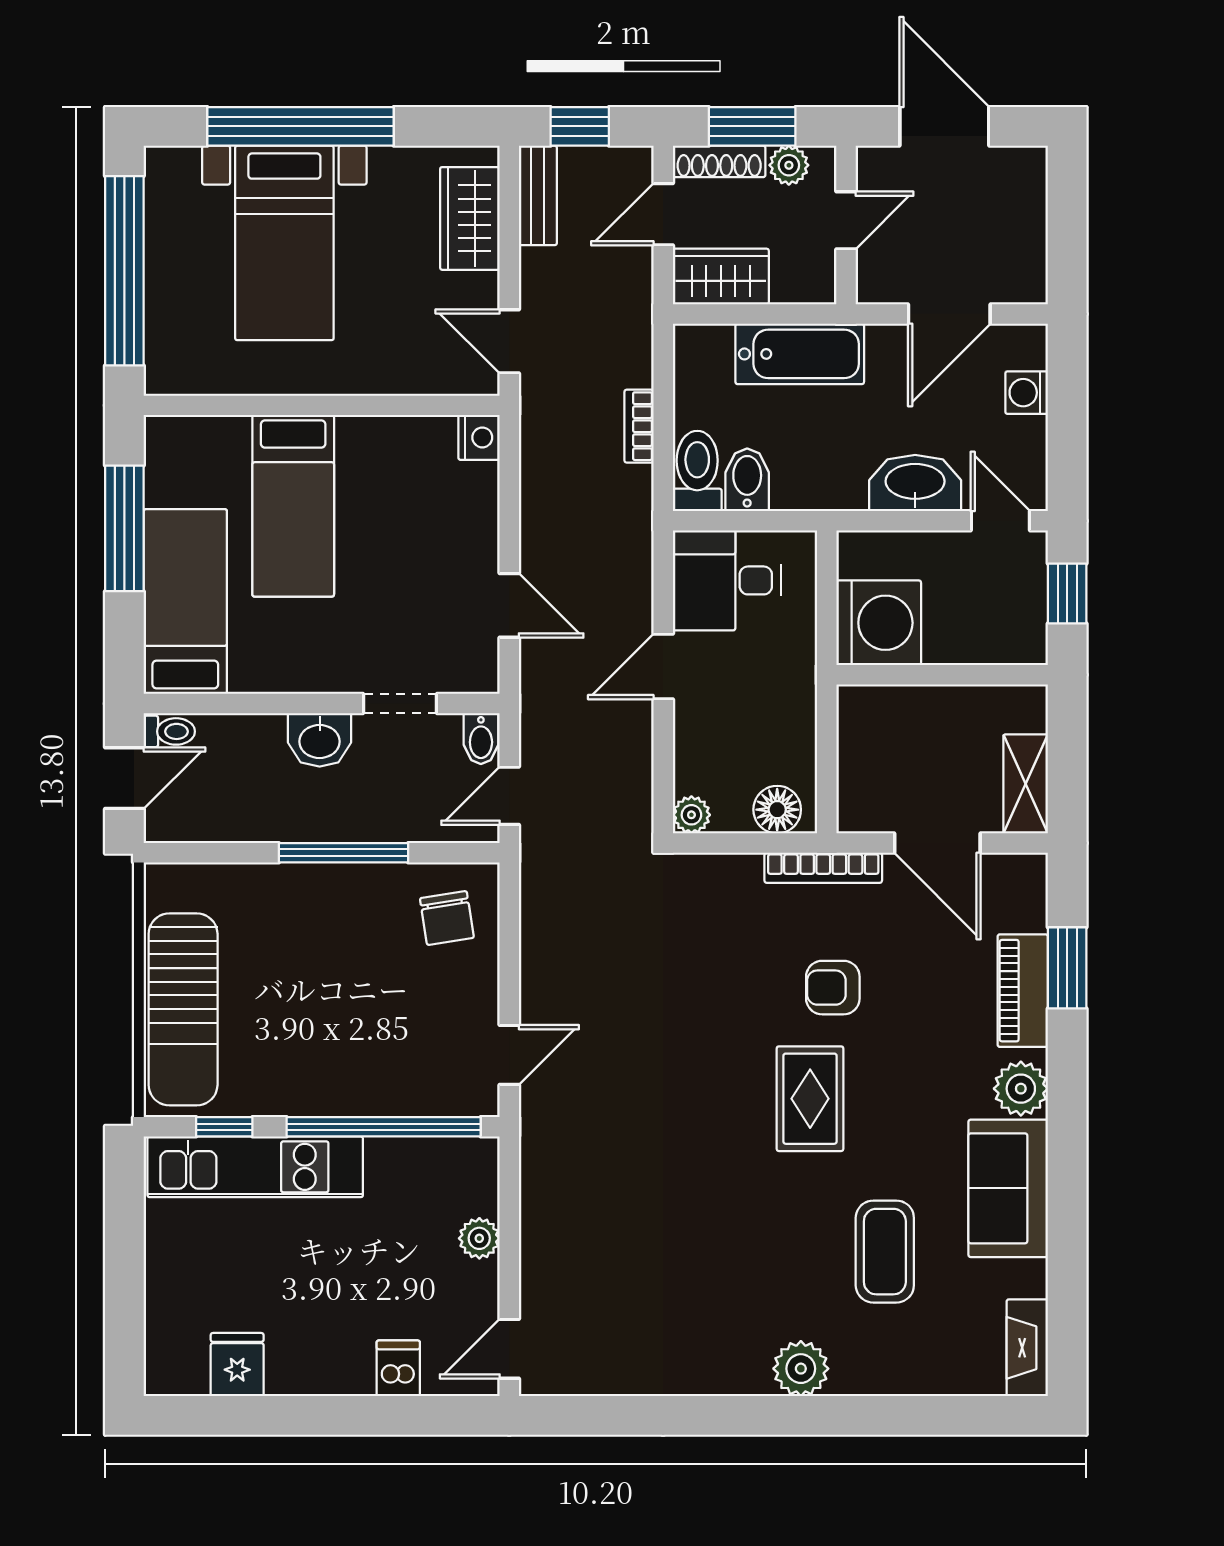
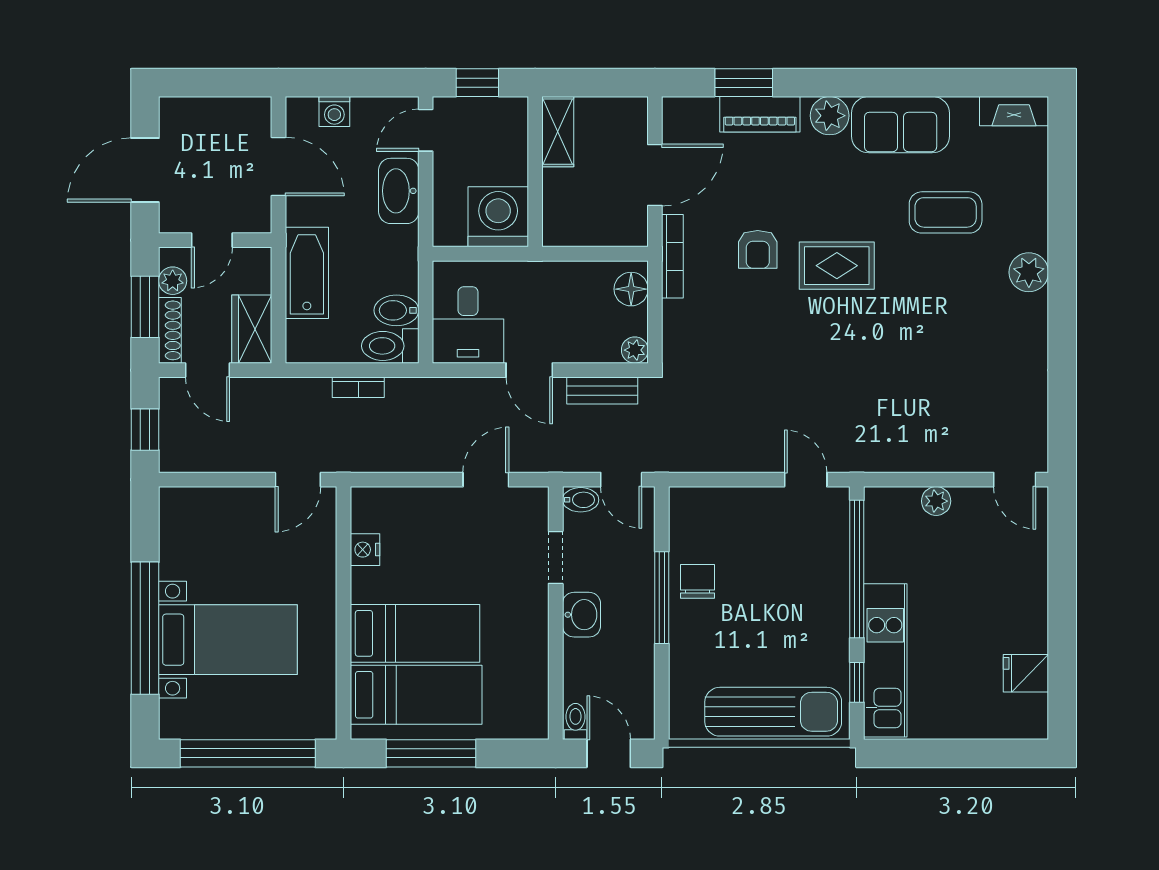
bench: (538, 195) -> (602, 391), moved
wardrobe: (470, 218) -> (210, 508), removed
door: (846, 220) -> (212, 240), swing flipped
nightstand: (479, 437) -> (365, 550), moved, turned -90
bed: (185, 602) -> (416, 695), moved, turned 180
shelving: (1026, 784) -> (558, 132), moved, turned 90
chair: (447, 918) -> (697, 581), moved, turned -81
dishwasher: (398, 1368) -> (1029, 559), removed

